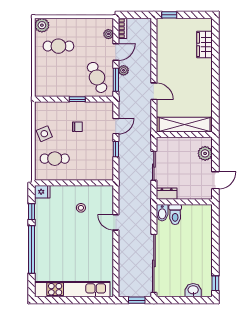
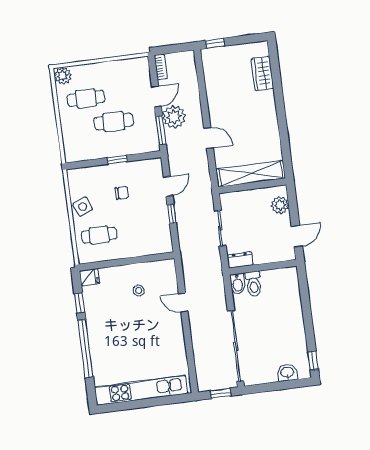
plant: (108, 34) -> (145, 76), removed
plant: (124, 70) -> (174, 117), width x1.87, depth x1.87
cafe table: (97, 77) -> (114, 122), moved, turned -67

